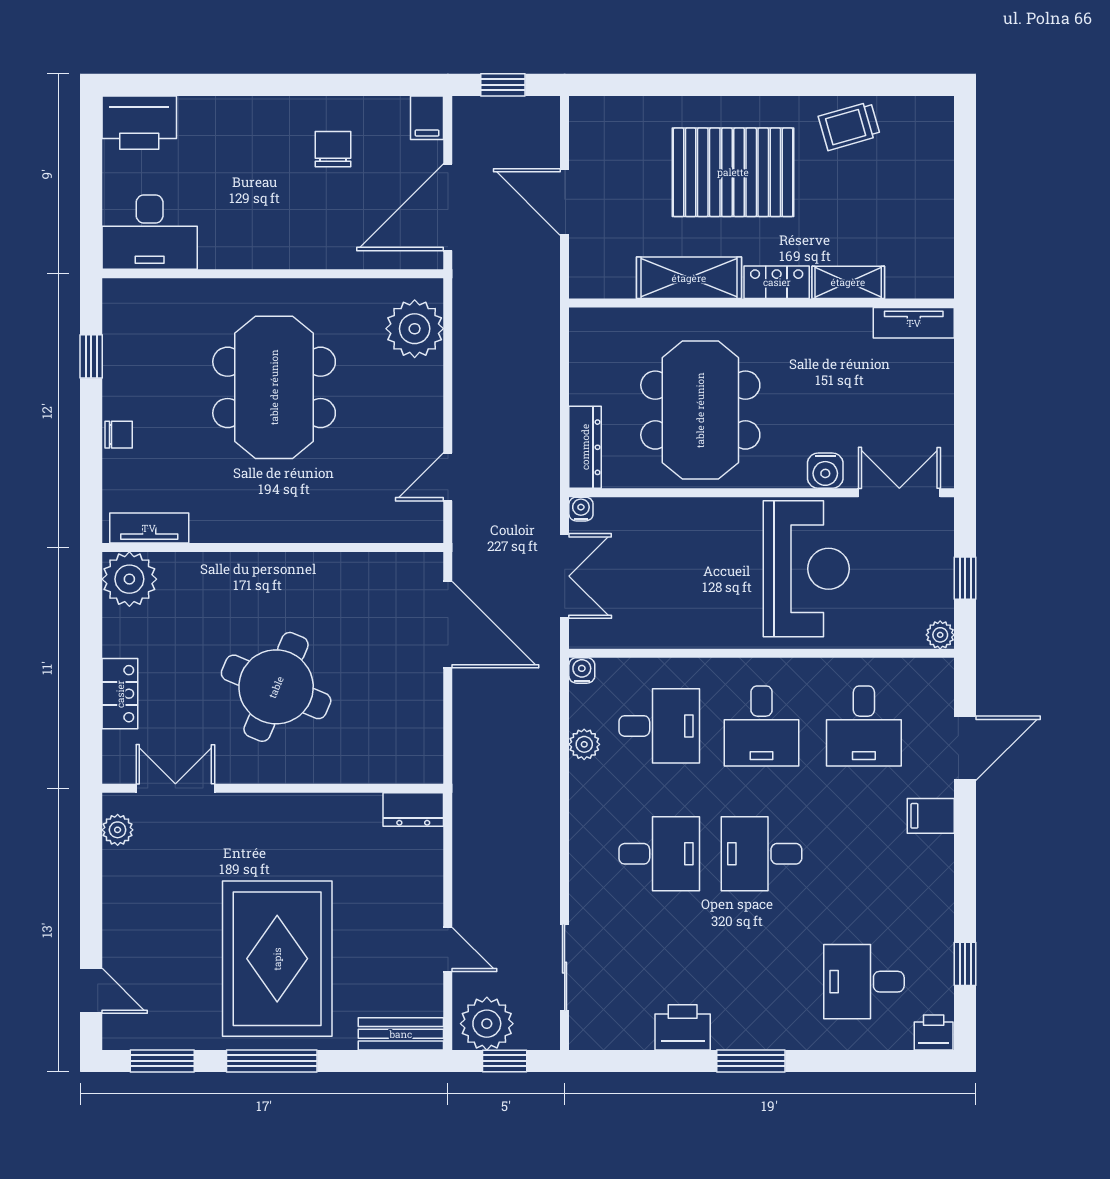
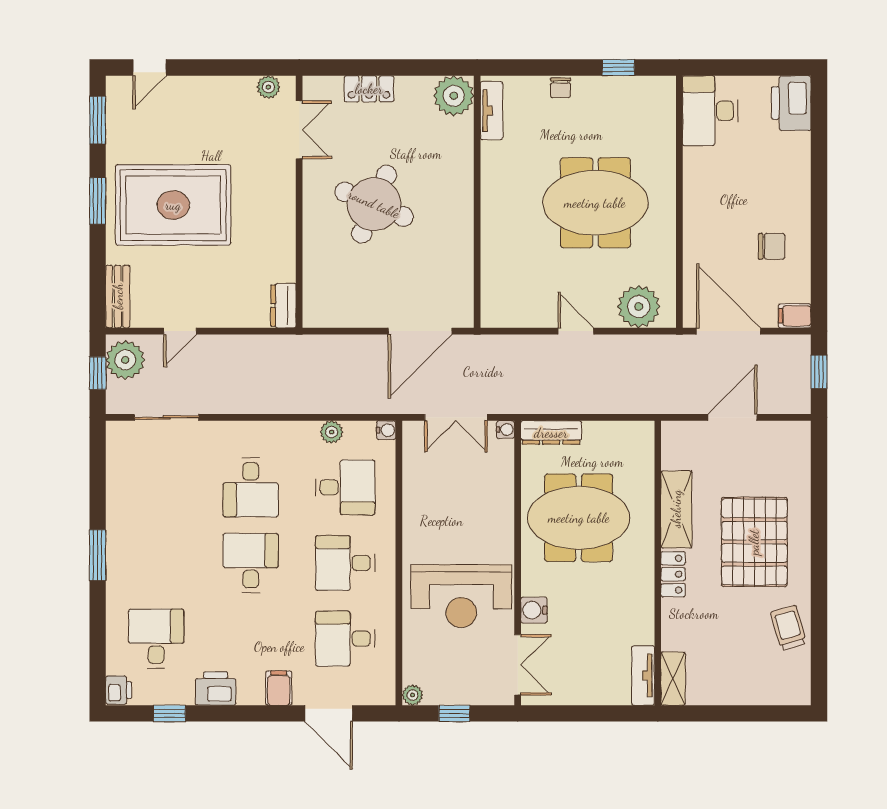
shelving: (848, 282) -> (673, 679), moved
door: (448, 477) -> (576, 331), moved
desk: (659, 726) -> (345, 487), turned -90
printer: (683, 1027) -> (216, 689), moved, turned -90
window: (272, 1061) -> (98, 201), width x0.69

